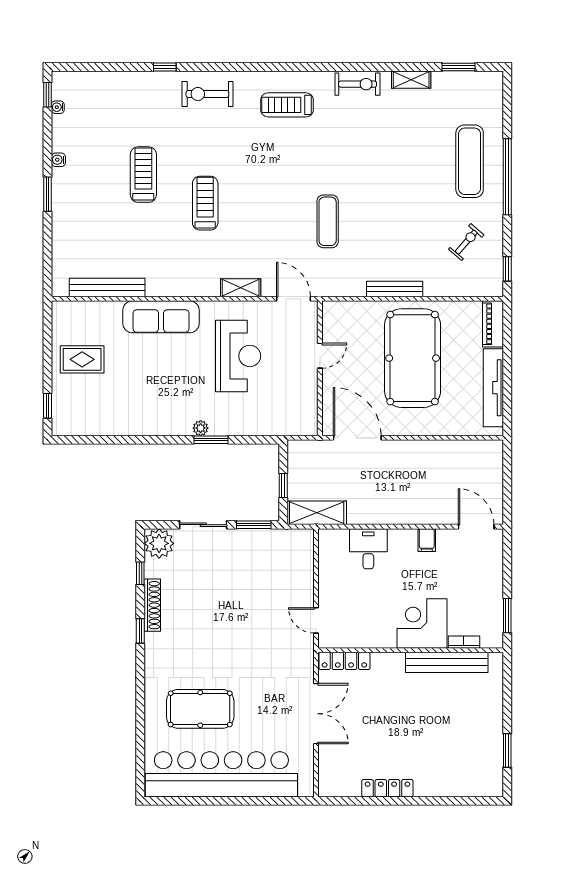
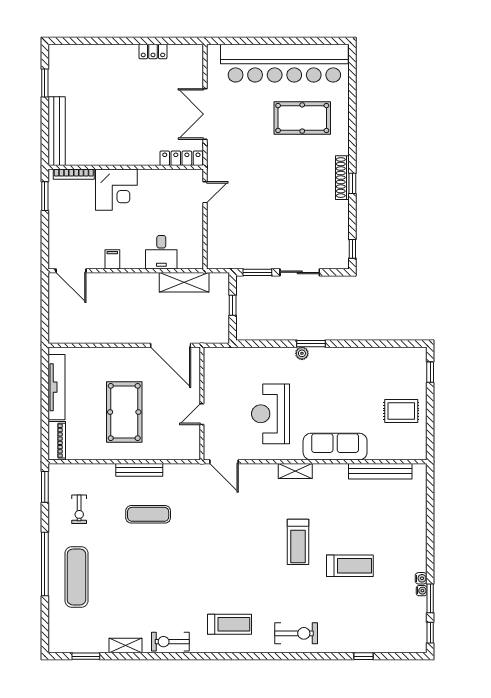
window: (165, 67) -> (364, 656), moved
water cooler: (58, 107) -> (422, 591), moved
treadmill: (143, 175) -> (350, 566), turned -90
window: (48, 194) -> (430, 598), moved
exercise mat: (328, 221) -> (148, 514), moved, turned 90
exercise bike: (466, 242) -> (79, 509), turned -41
window: (507, 269) -> (45, 487), width x1.50
shelving: (241, 288) -> (295, 471), moved
pool table: (413, 358) -> (124, 412), width x0.73, depth x0.76
window: (211, 440) -> (311, 344), moved
shelving: (317, 513) -> (184, 282), moved
plant: (159, 543) -> (337, 257), removed
window: (140, 573) -> (352, 249), moved
shoe rack: (152, 605) -> (342, 178), moved
door: (316, 620) -> (205, 192), hinge flipped
bookcase: (464, 642) -> (74, 174), width x1.56
bench: (447, 662) -> (57, 131), moved, turned 90
locker: (387, 788) -> (153, 52), width x0.66

